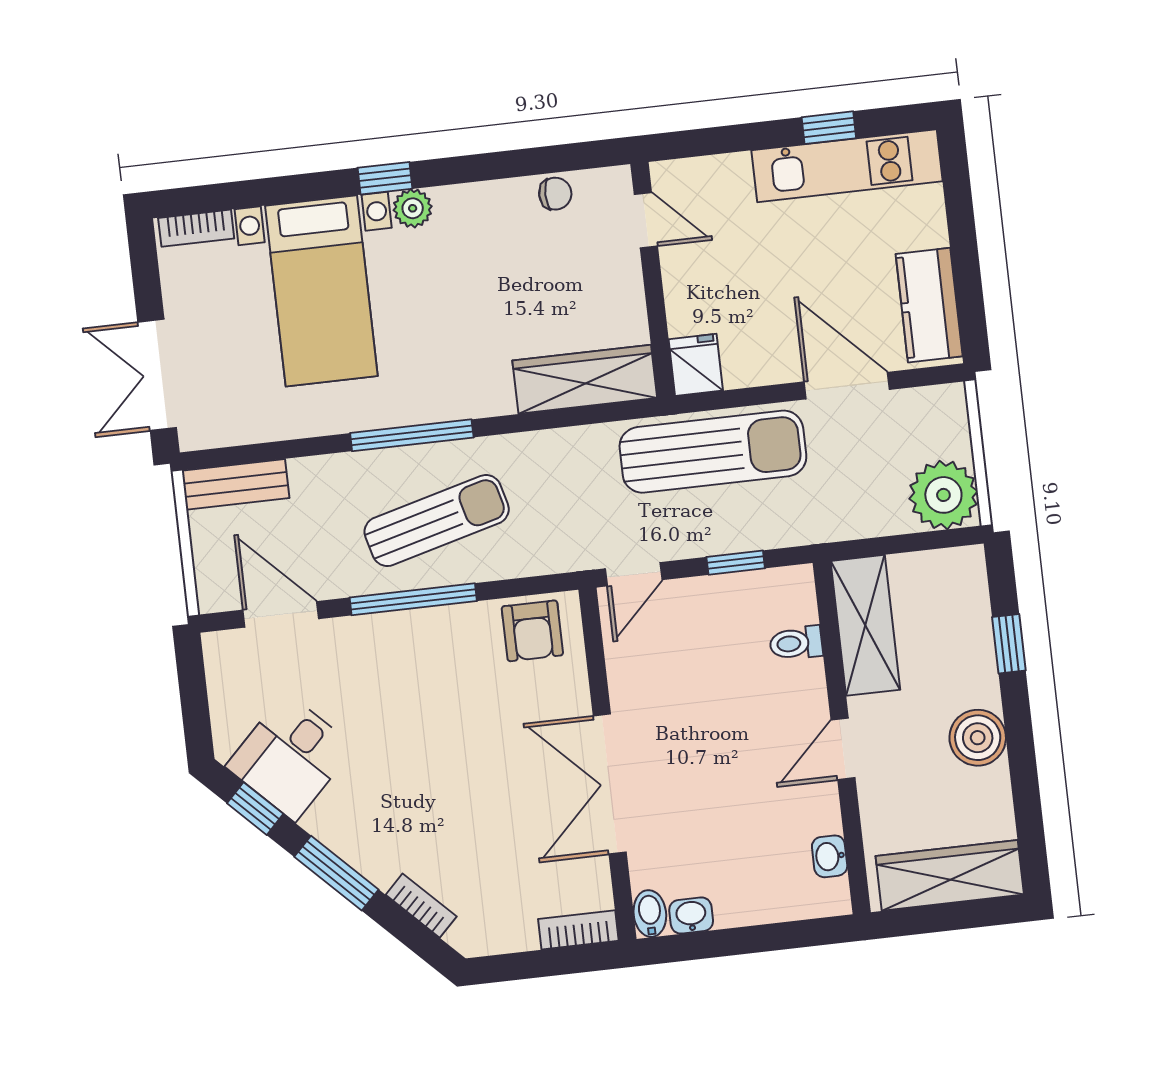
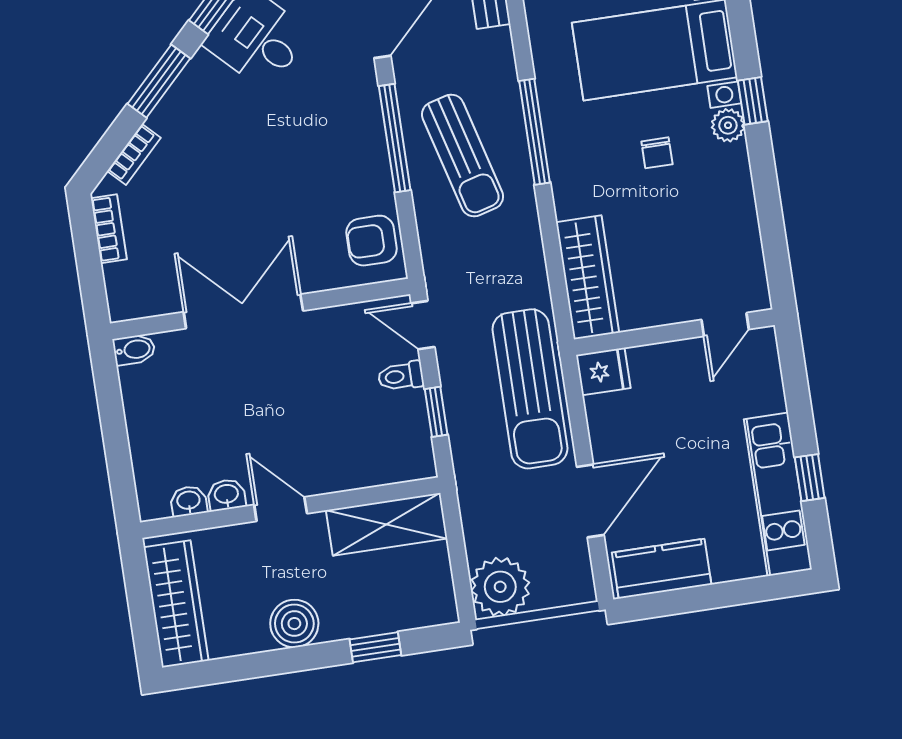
chair: (555, 194) -> (657, 153), moved
toilet: (796, 643) -> (401, 376), moved, turned -90
washbasin: (691, 915) -> (226, 495), moved, turned -90
bookcase: (578, 930) -> (109, 229), moved

